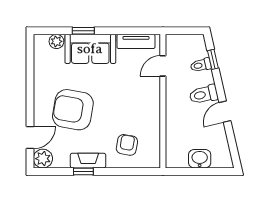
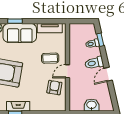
door: (163, 66) -> (67, 71), moved
coffee table: (137, 87) -> (50, 58), added
armchair: (127, 145) -> (54, 88), moved

